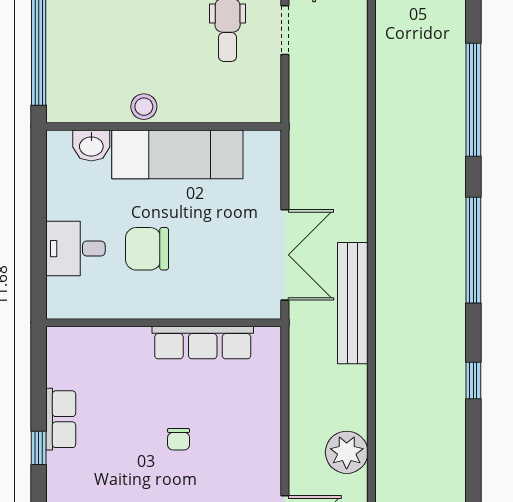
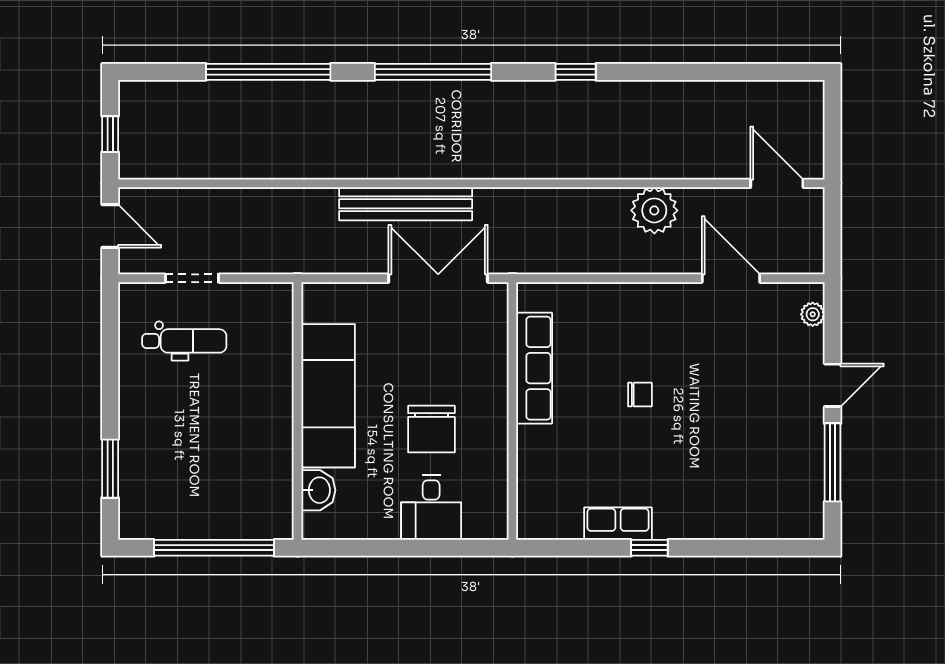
stool: (144, 107) -> (276, 433), removed
bench: (353, 303) -> (406, 204), moved

